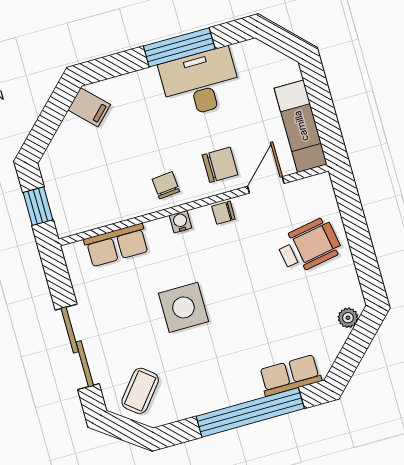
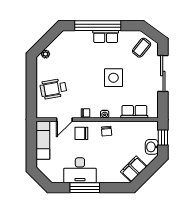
filing cabinet: (89, 107) -> (134, 169), width x2.00
washbasin: (56, 178) -> (152, 147), added
row of seats: (290, 375) -> (106, 37), moved

